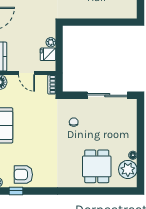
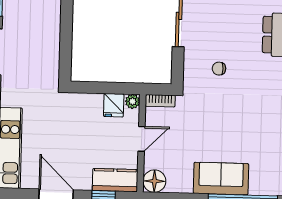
plant: (51, 42) -> (132, 101), moved

